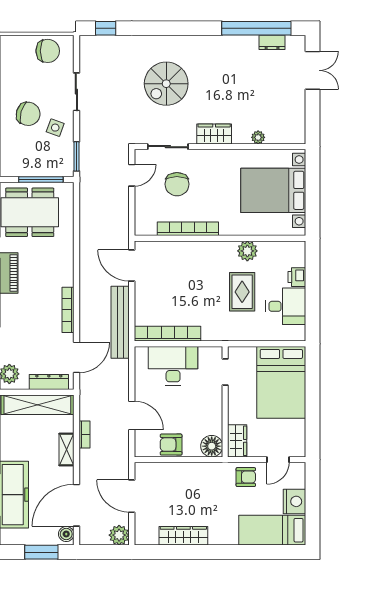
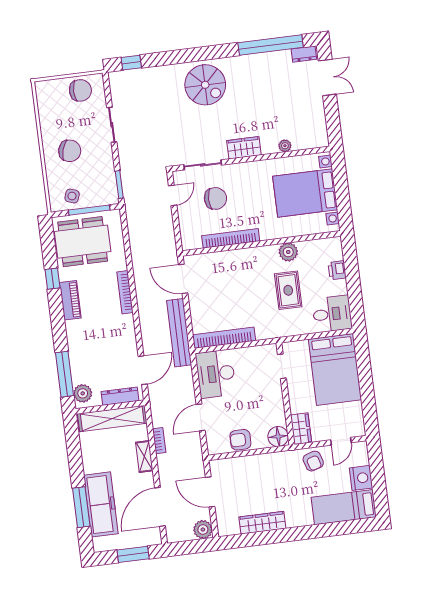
dresser: (272, 42) -> (304, 54), moved
spiral stairs: (166, 84) -> (205, 85), moved, turned -90
side table: (55, 128) -> (72, 196), moved
chair: (177, 184) -> (215, 198), turned -90
desk: (286, 306) -> (332, 314), moved
bookcase: (68, 310) -> (125, 292), moved
desk: (173, 366) -> (216, 374), moved, turned -90
door: (132, 415) -> (201, 417), swing flipped
armchair: (246, 477) -> (313, 461), turned 73
boiler: (66, 534) -> (154, 535), removed

